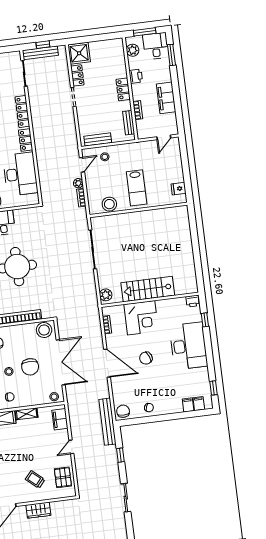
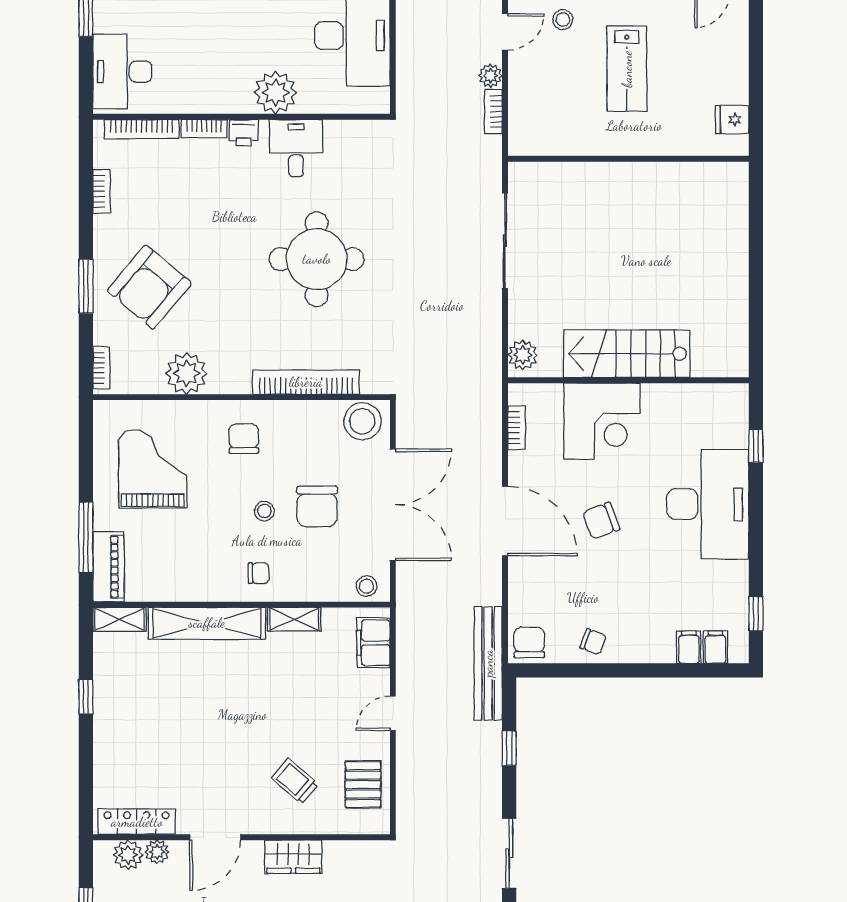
lab bench: (137, 188) -> (627, 69), moved
stool: (109, 204) -> (559, 136), removed
printer: (193, 301) -> (732, 397), removed

